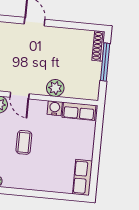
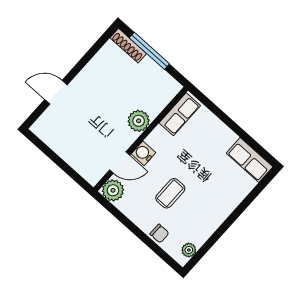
water cooler: (55, 108) -> (143, 153), moved
coffee table: (24, 142) -> (170, 193), turned 90

